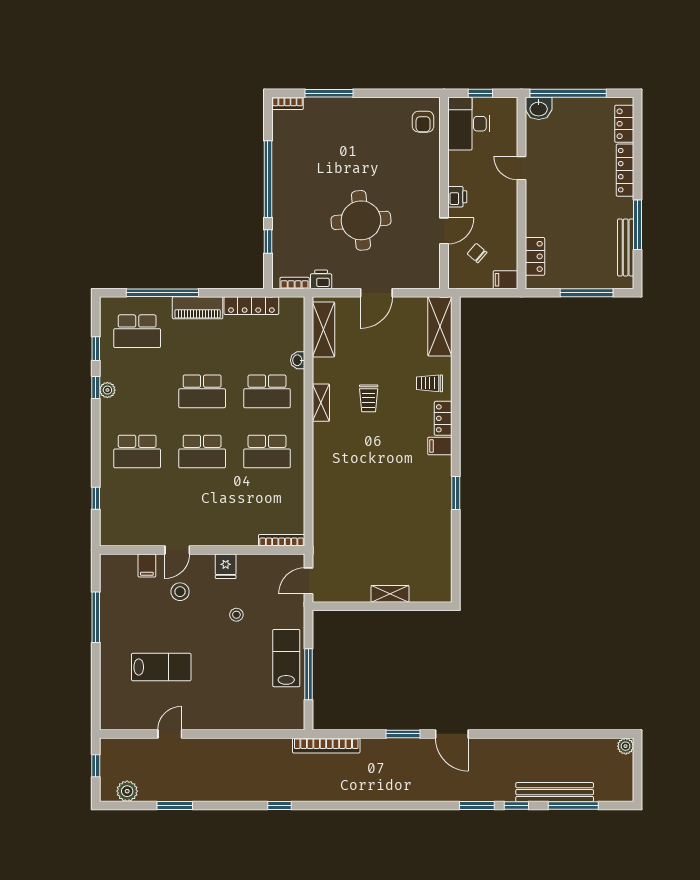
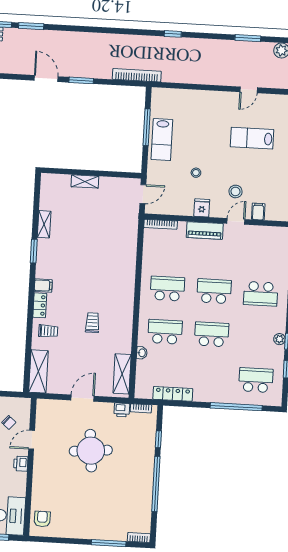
piano: (198, 308) -> (205, 231), moved, turned 180
shelving: (321, 403) -> (44, 224), moved
school desk: (137, 451) -> (261, 294), turned 180

